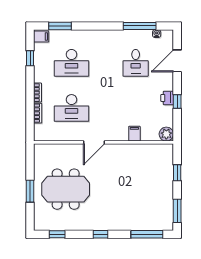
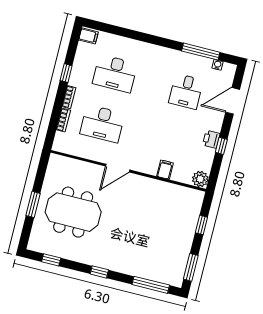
window: (60, 26) -> (112, 29), removed
window: (30, 58) -> (66, 73), moved

